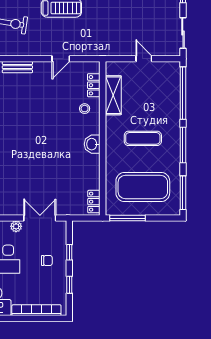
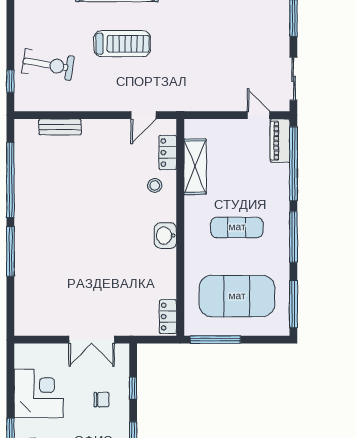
door: (61, 59) -> (143, 115), moved
door: (144, 59) -> (259, 115), moved
piano: (173, 77) -> (280, 141), added
double door: (40, 218) -> (92, 340), swing flipped
plant: (16, 226) -> (58, 351), removed

